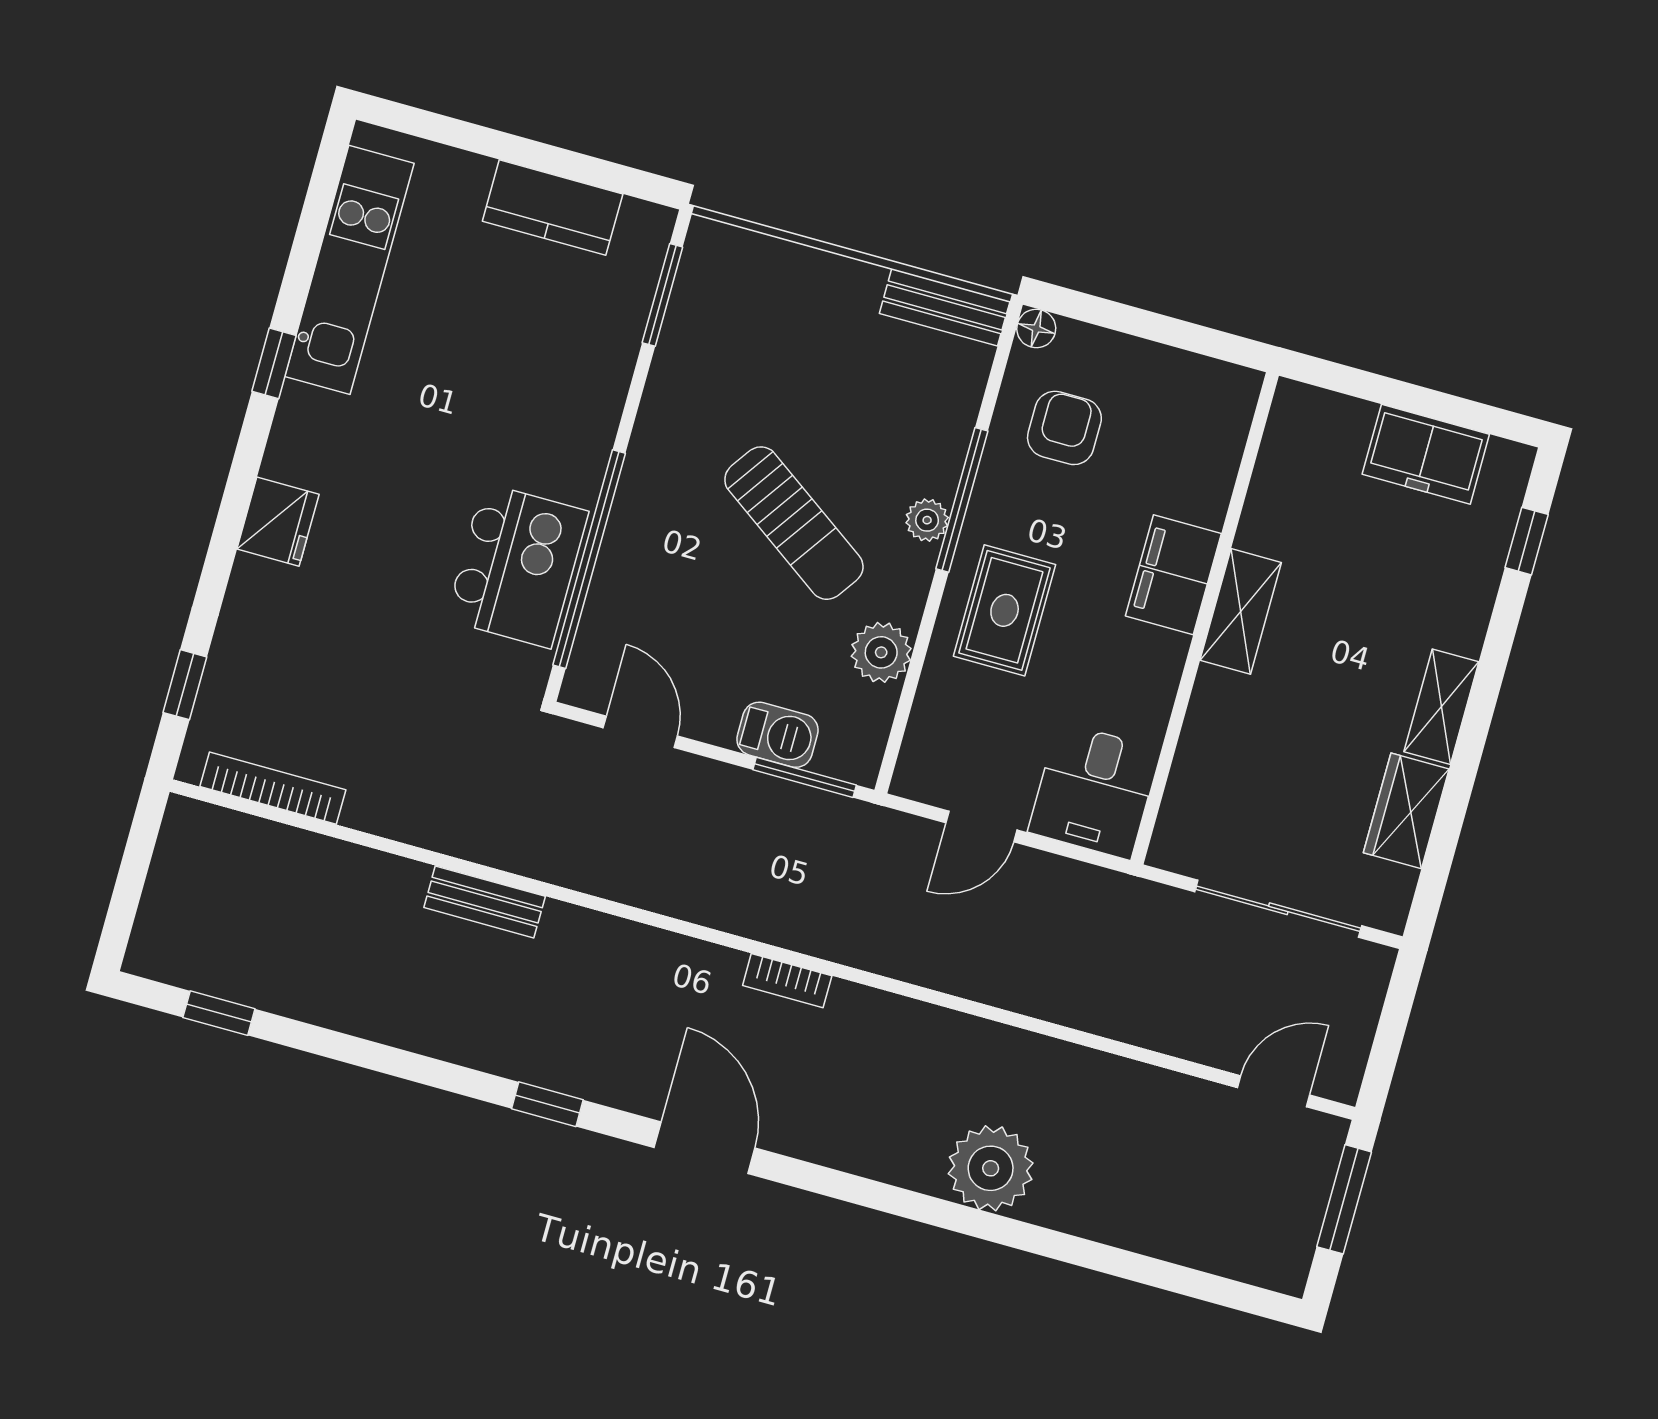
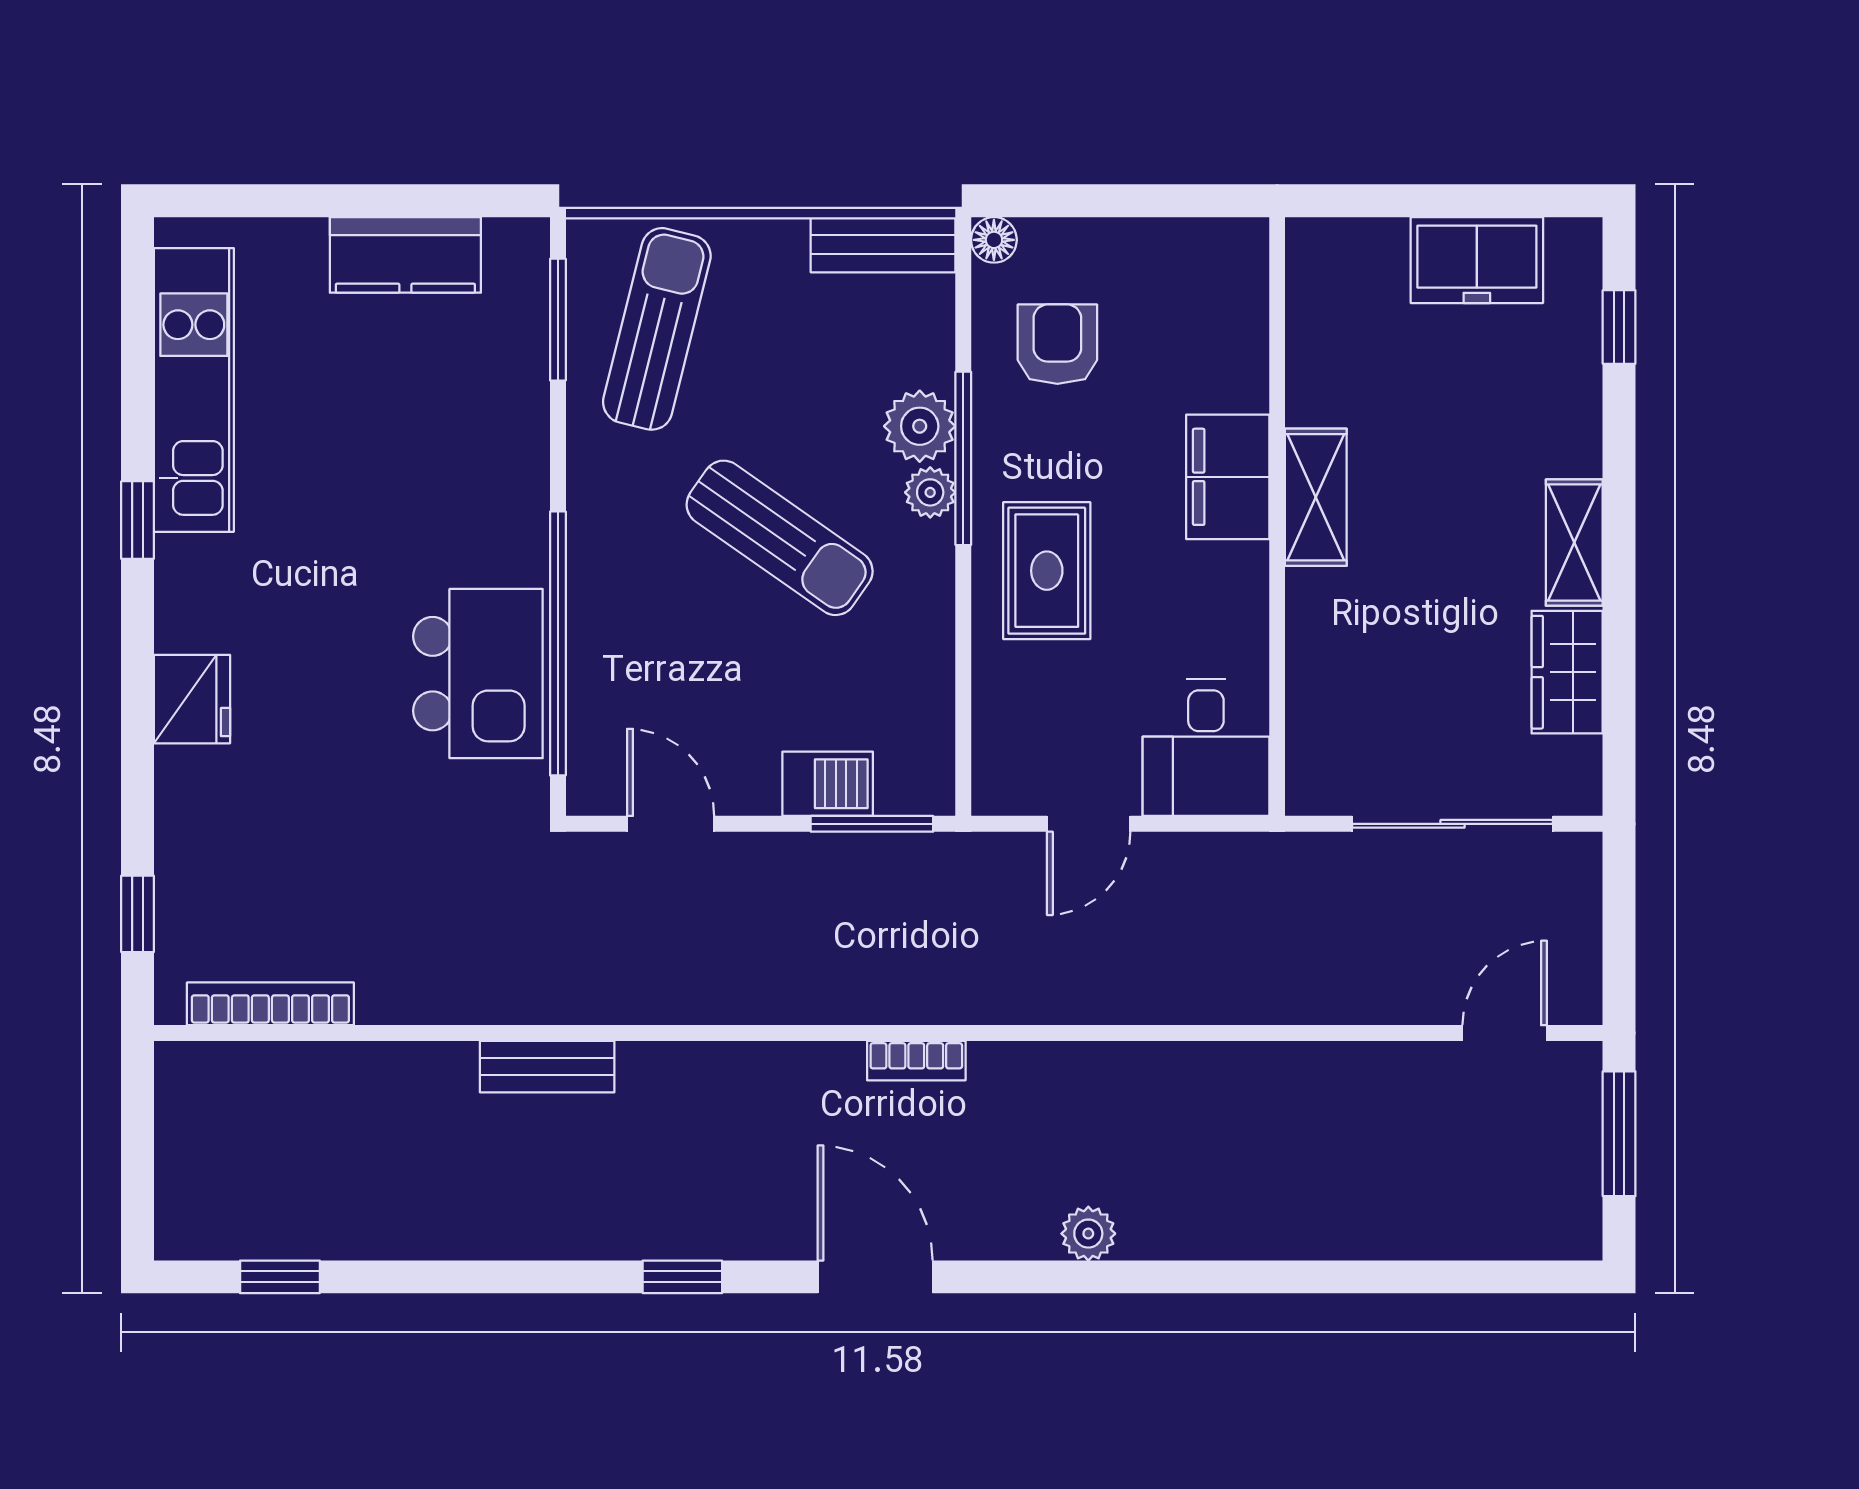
sun lounger: (741, 325) -> (657, 329), added
plant: (881, 652) -> (920, 426), moved
plant: (991, 1168) -> (1088, 1234), moved, width x0.53, depth x0.53

